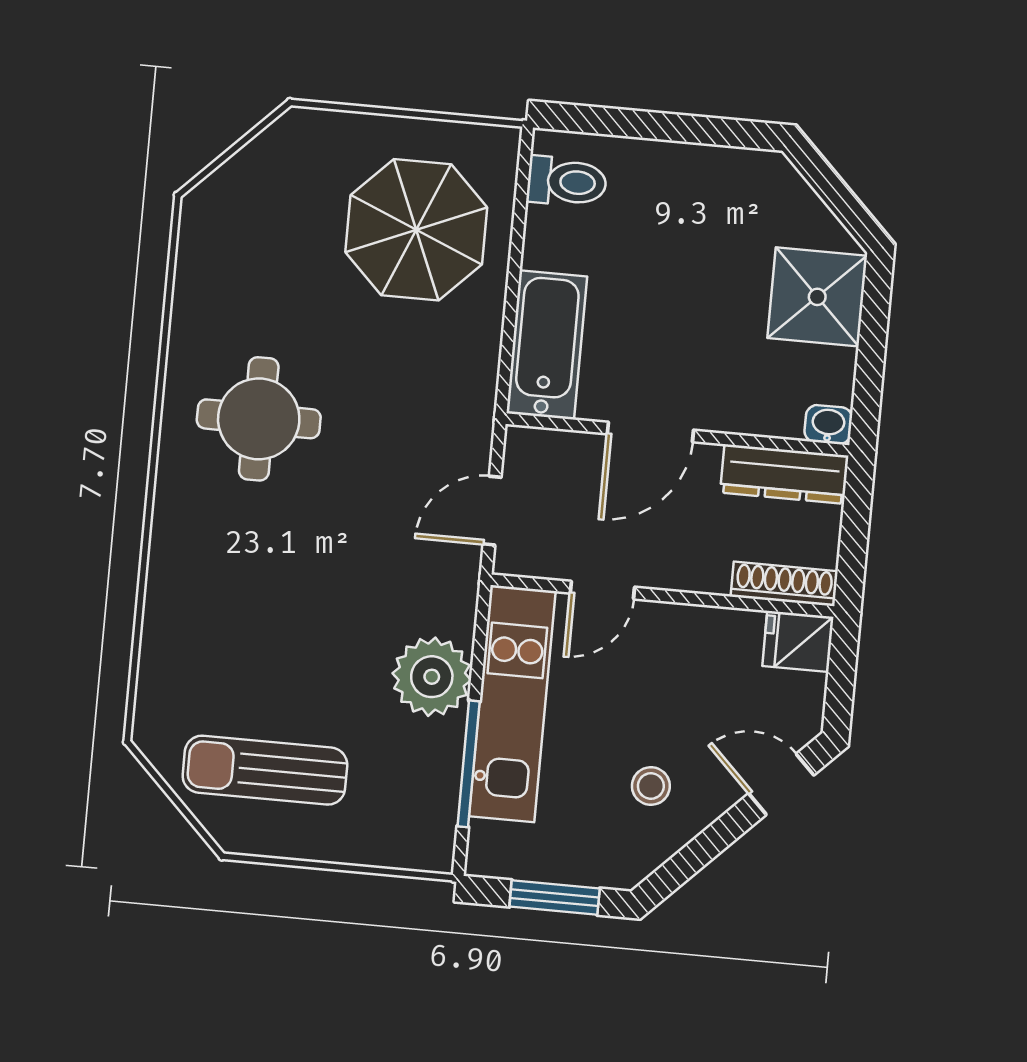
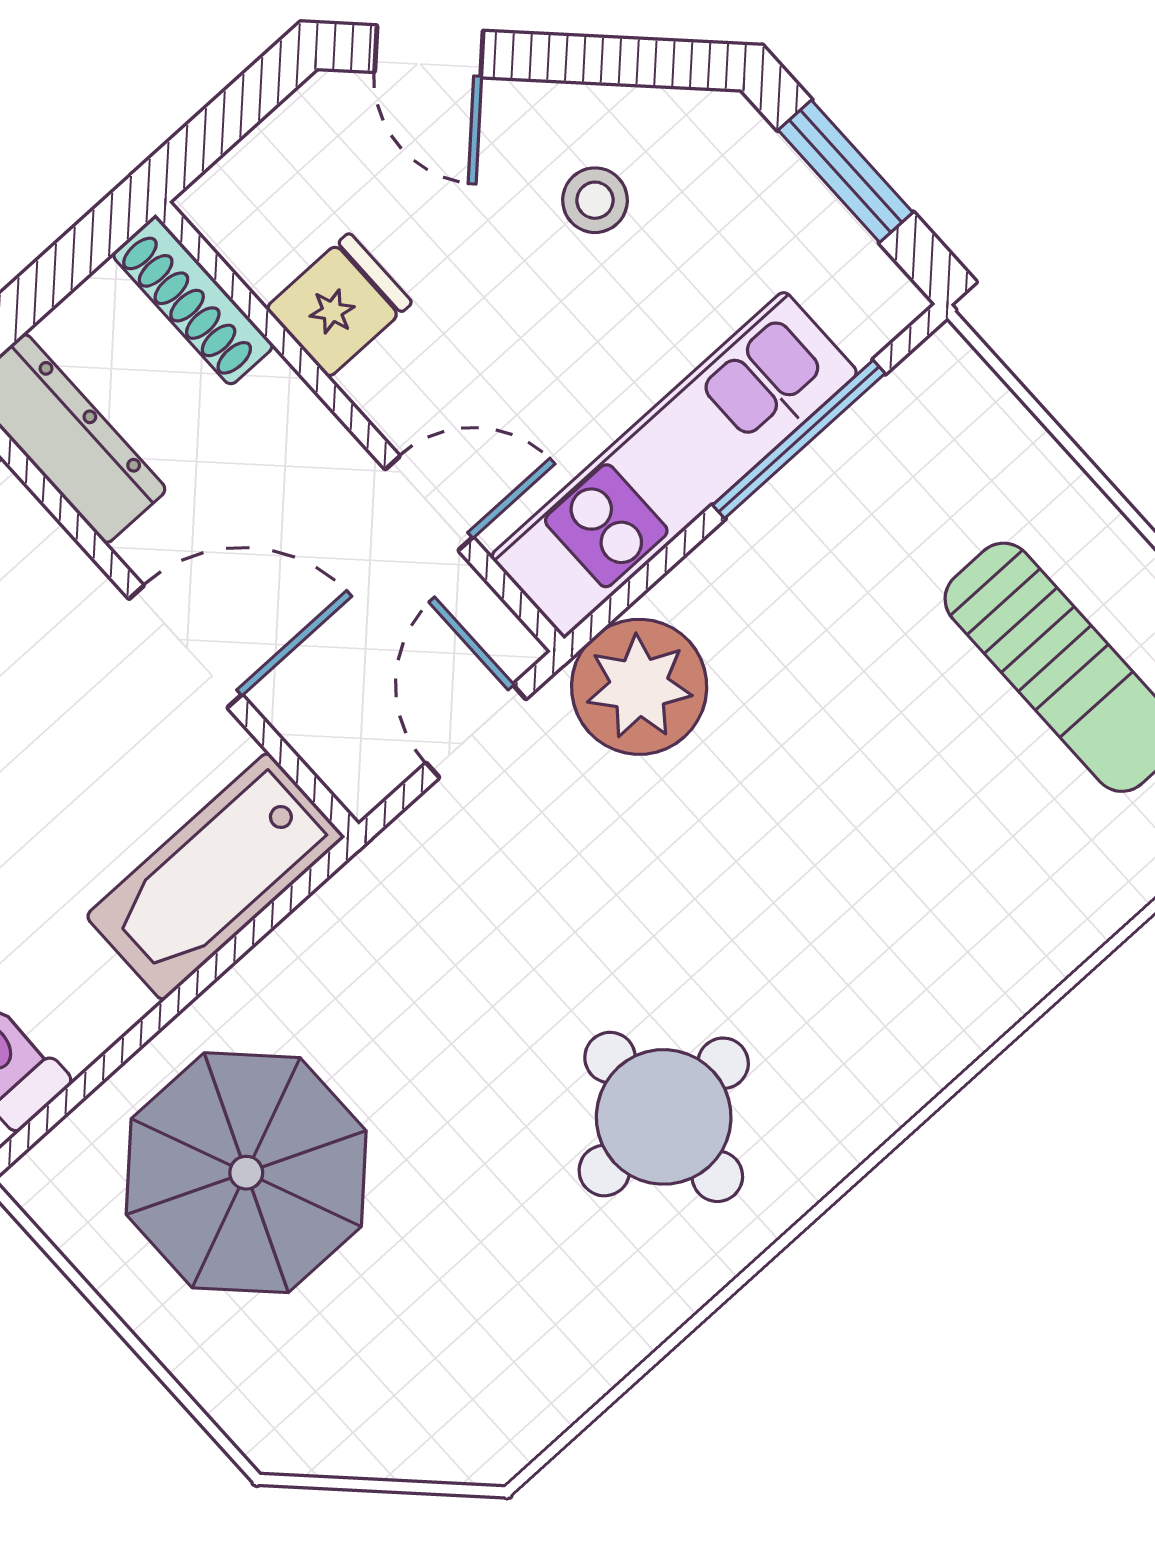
door: (492, 511) -> (476, 731), swing flipped
fridge: (798, 641) -> (339, 305), moved, turned -90
plant: (432, 677) -> (639, 687), moved

